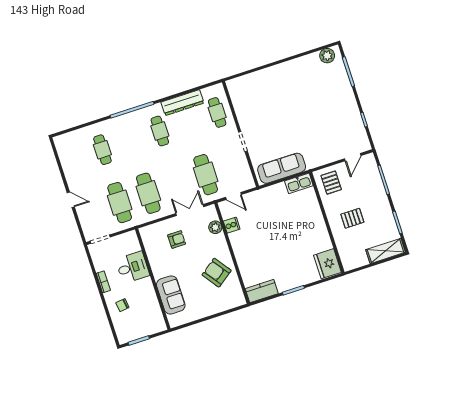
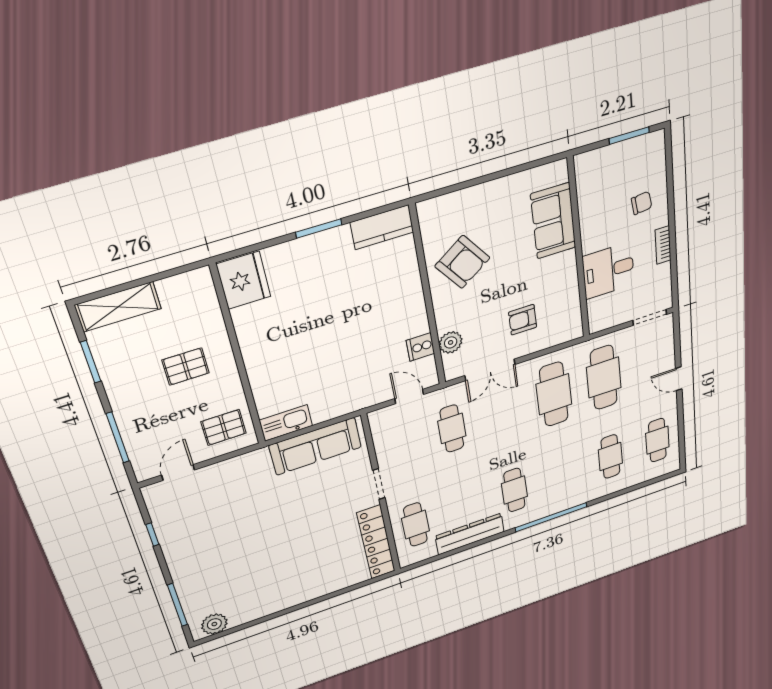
locker: (239, 102) -> (376, 542), added
cafe table: (74, 159) -> (657, 440), added
cafe table: (206, 175) -> (452, 429), width x0.73, depth x0.74
pallet: (331, 183) -> (224, 427), turned 90

